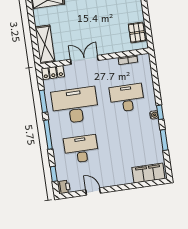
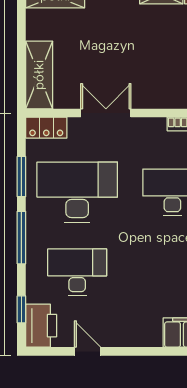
printer: (64, 187) -> (41, 326), width x1.87, depth x1.48

